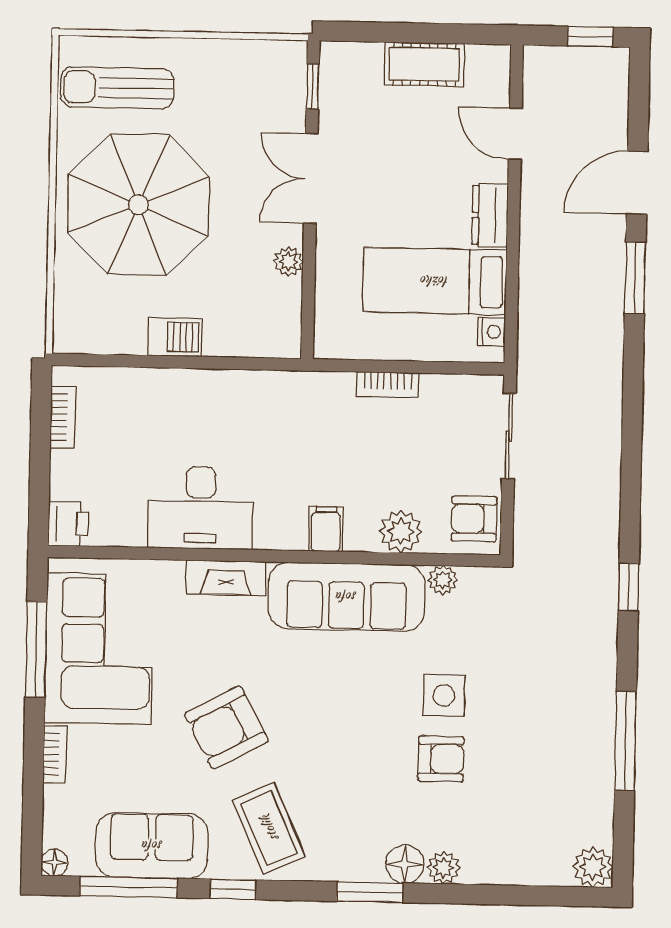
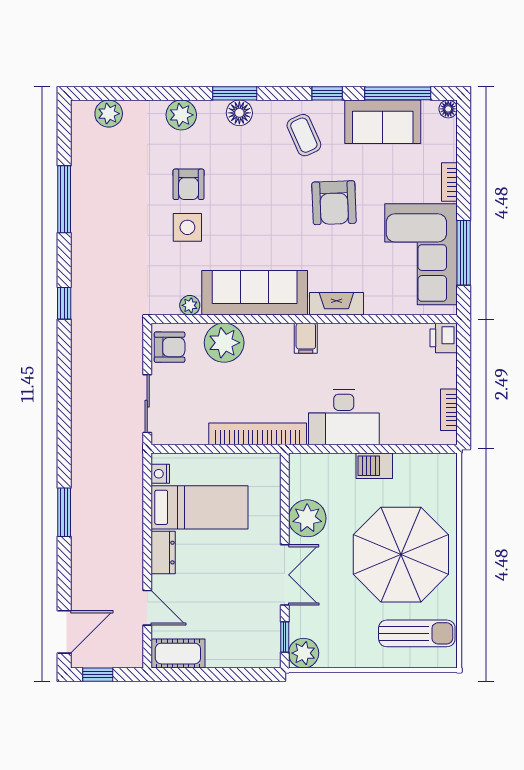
plant: (285, 62) -> (304, 653), added
cot: (424, 64) -> (178, 654), moved
door: (637, 182) -> (64, 632), moved
plant: (289, 262) -> (307, 518), width x1.87, depth x1.87
bookcase: (387, 385) -> (258, 434), width x2.31, depth x1.31
desk: (200, 508) -> (344, 417), moved, turned 180
filing cabinet: (326, 529) -> (306, 338), moved
plant: (401, 532) -> (224, 343), width x1.36, depth x1.36
armchair: (226, 727) -> (334, 203), turned 116
armchair: (441, 759) -> (189, 184), turned -90
coffee table: (269, 828) -> (304, 135), width x0.73, depth x0.77
floor lamp: (405, 864) -> (239, 113), moved
plant: (593, 867) -> (109, 114), moved
plant: (443, 868) -> (181, 115), width x1.38, depth x1.38

